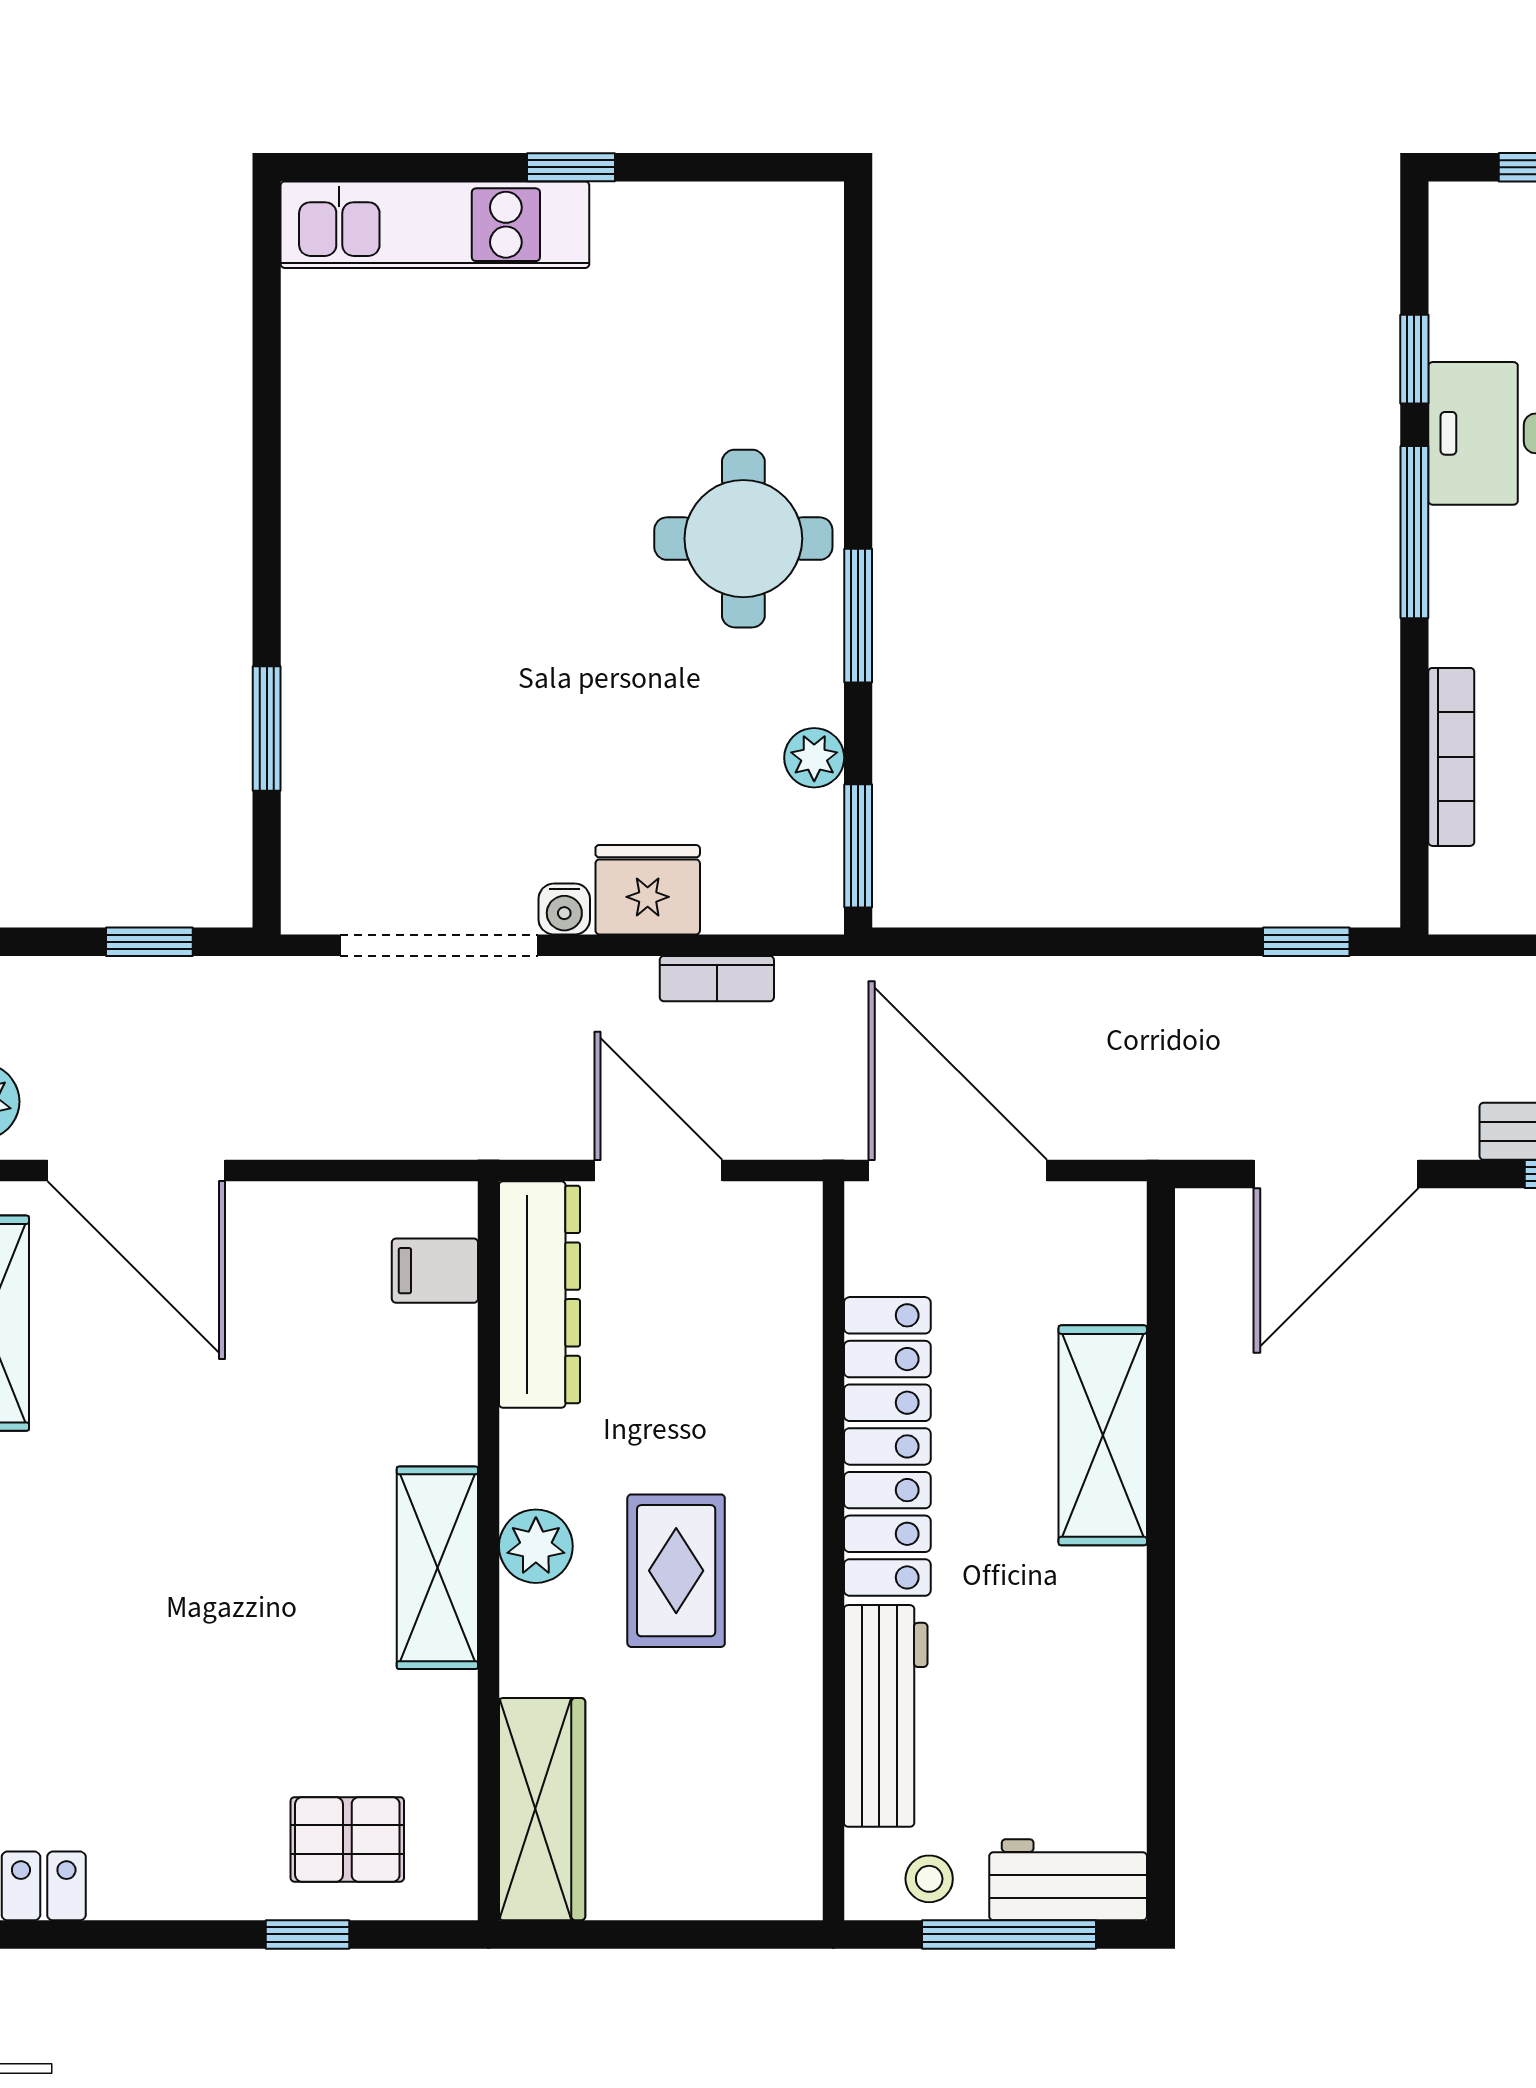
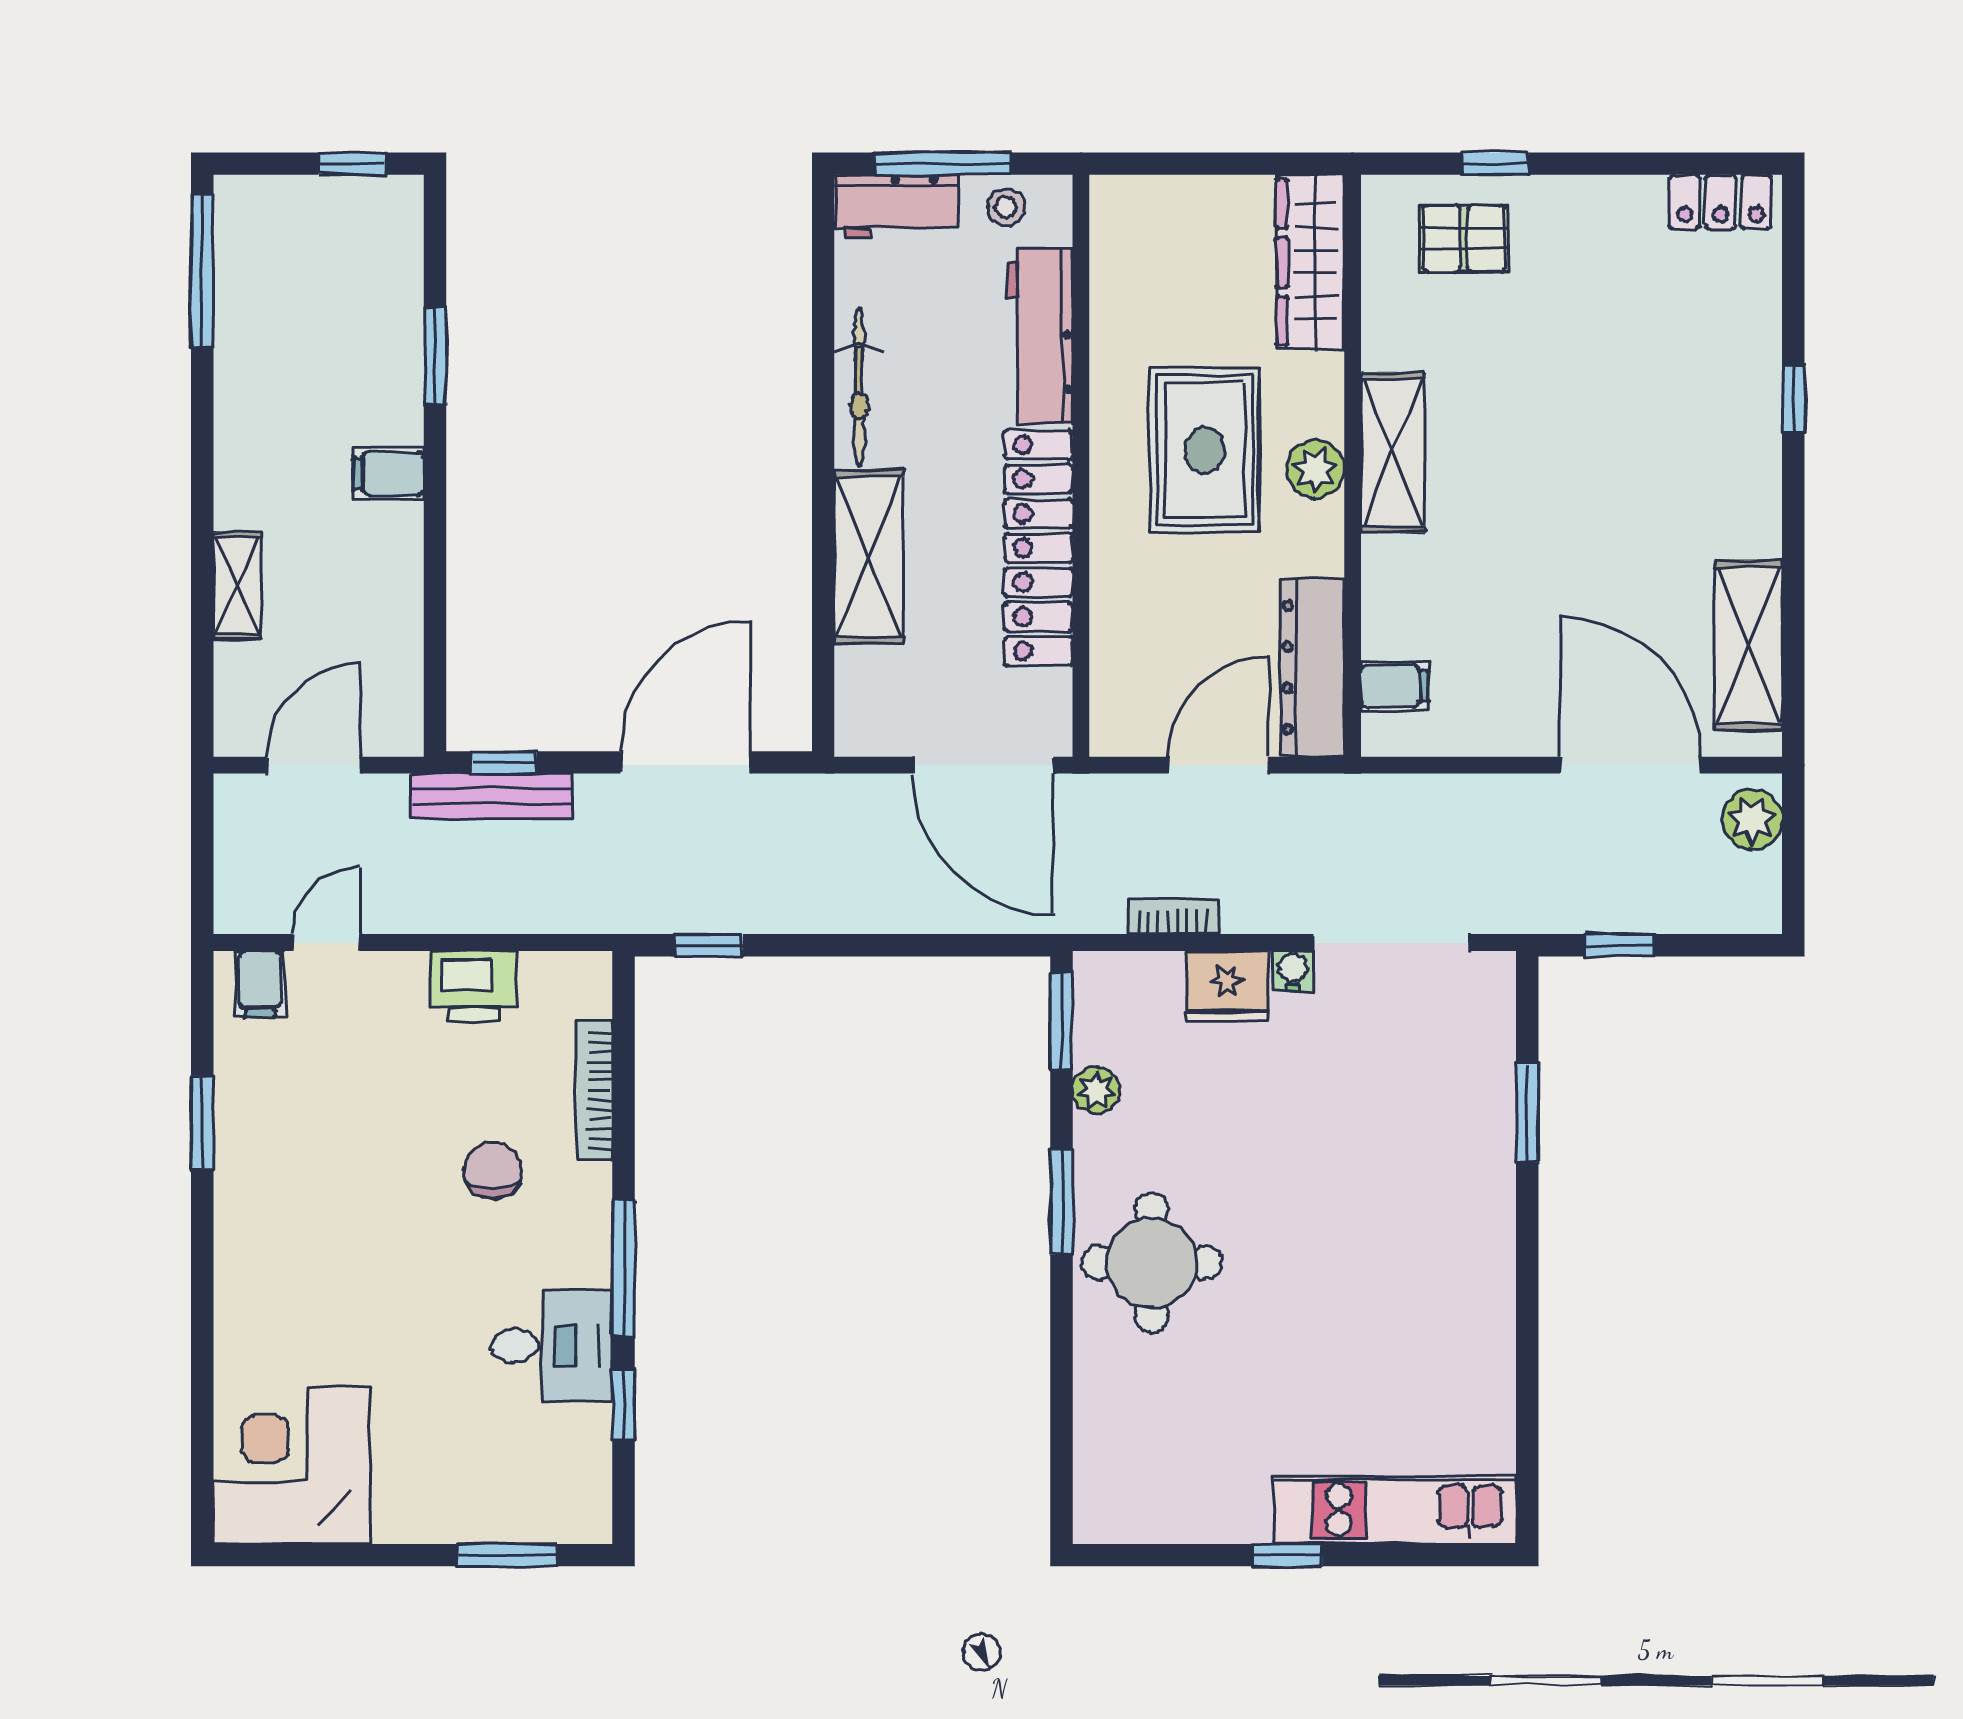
door: (658, 1171) -> (1219, 765), swing flipped
rug: (676, 1571) -> (1205, 450), width x1.36, depth x1.43
bicycle: (1115, 1651) -> (859, 387), added

